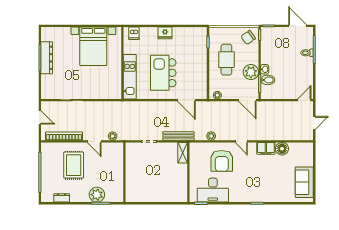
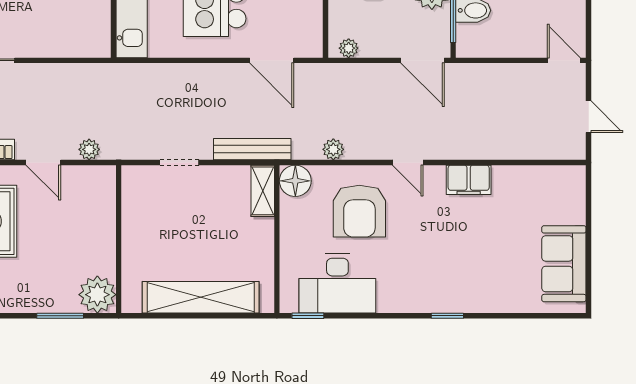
door: (304, 100) -> (564, 60), hinge flipped
door: (314, 123) -> (589, 117), hinge flipped
floor lamp: (282, 149) -> (295, 181), moved
plant: (97, 195) -> (97, 295), moved
shelving: (158, 196) -> (201, 297), added

